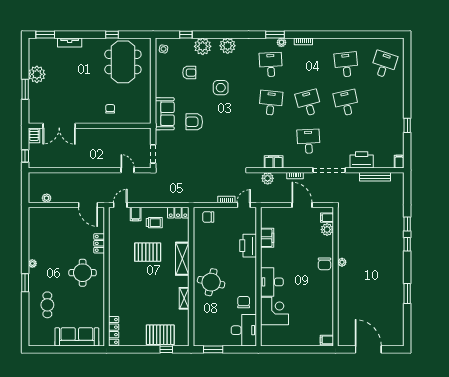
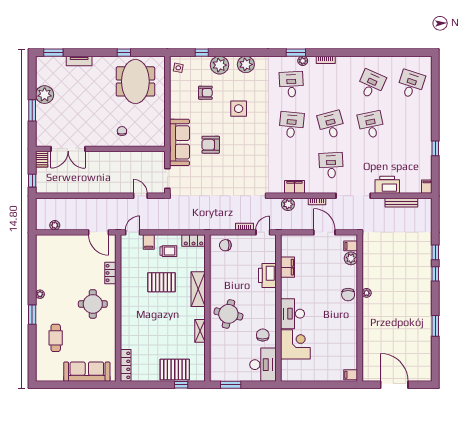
desk: (346, 65) -> (371, 84), turned 30
sofa: (165, 114) -> (179, 142), width x1.36

